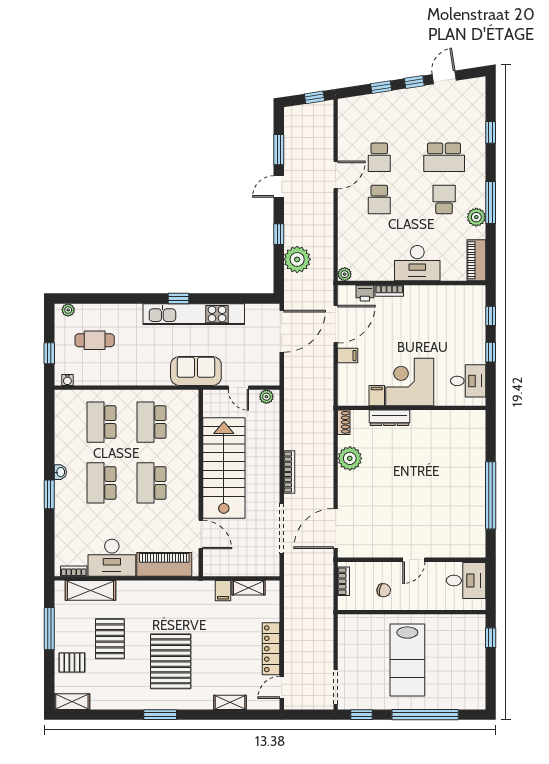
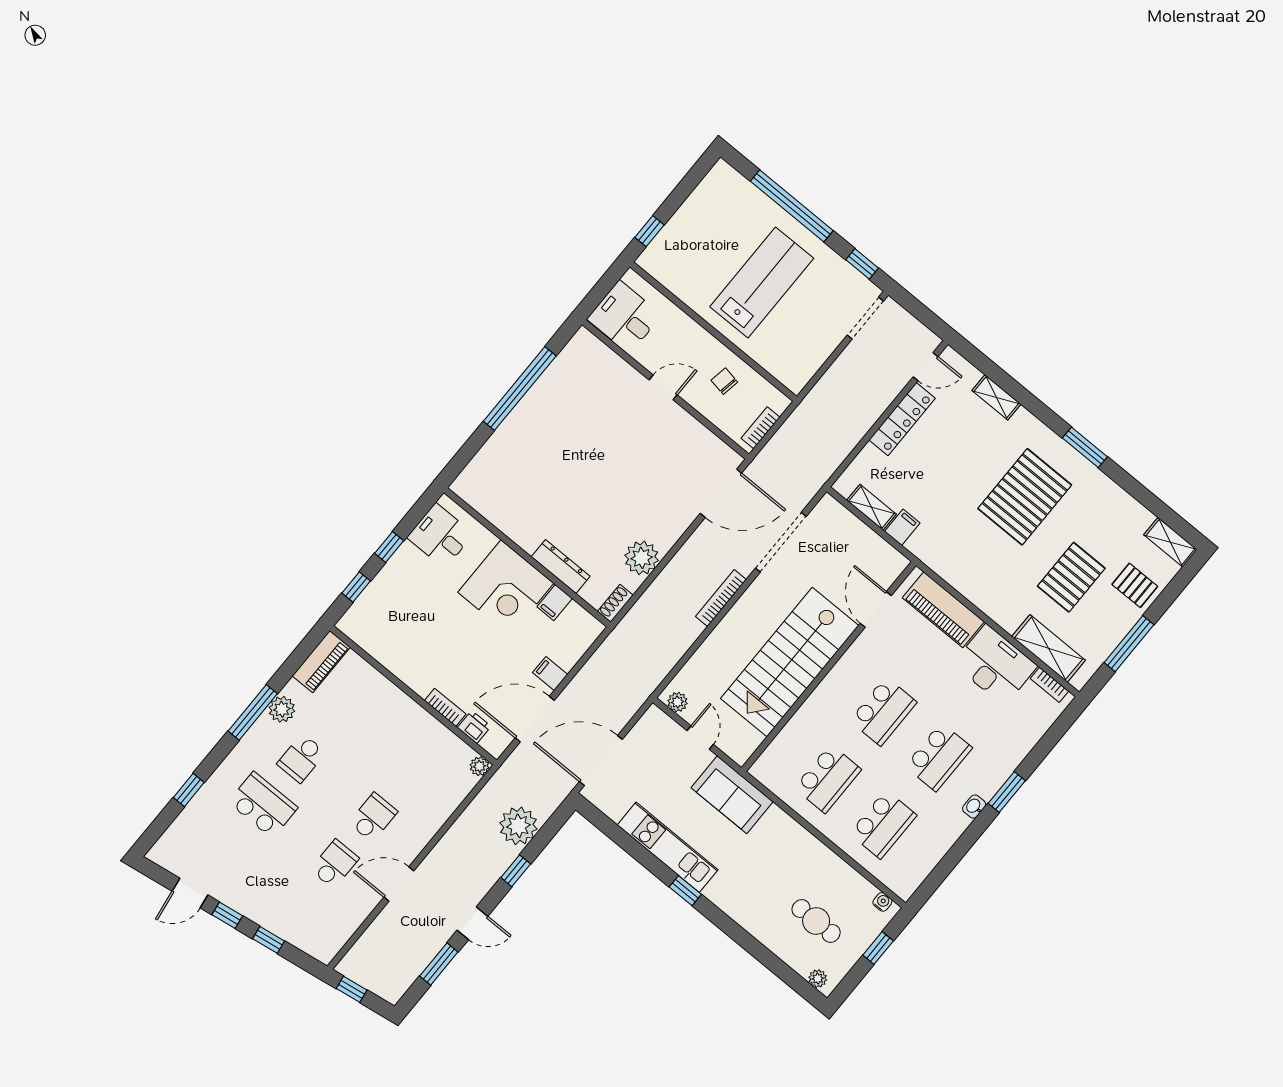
desk: (417, 263) -> (389, 712), removed
kitchen unit: (194, 314) -> (668, 847), width x0.73

